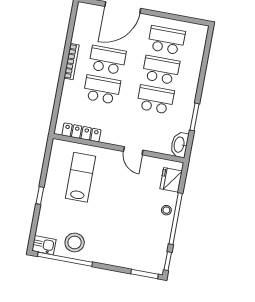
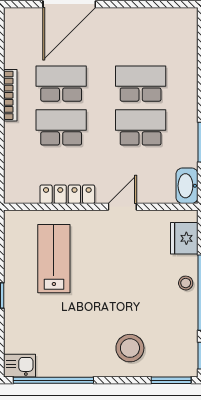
school desk: (166, 40) -> (141, 40), removed
locker: (81, 132) -> (67, 194), moved
door: (133, 151) -> (122, 207), swing flipped
stool: (75, 243) -> (130, 348), moved

